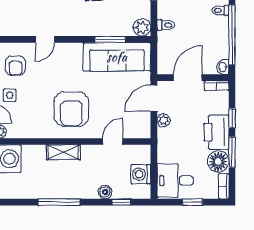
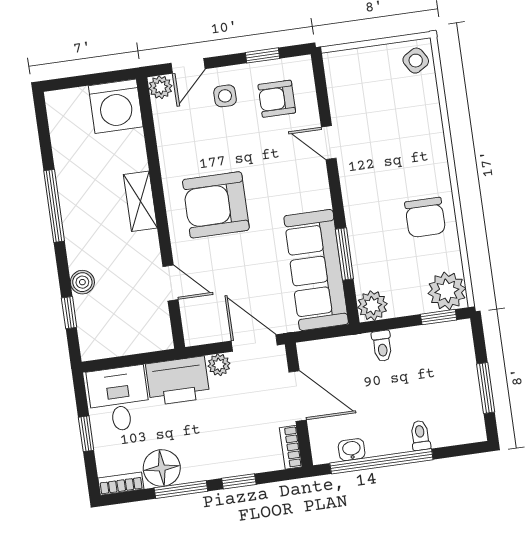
washbasin: (223, 67) -> (352, 450), moved
printer: (216, 132) -> (178, 381), moved, turned 180
washing machine: (141, 174) -> (121, 339), removed

